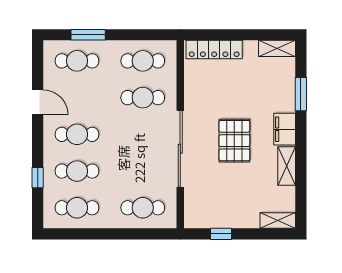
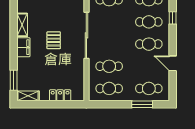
locker: (214, 50) -> (60, 95), width x0.66
window: (301, 94) -> (14, 80), moved
pallet: (234, 141) -> (54, 40), width x0.67, depth x0.71

